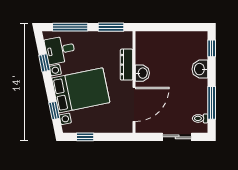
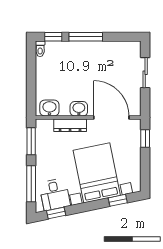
window: (44, 63) -> (56, 213), moved
washbasin: (200, 69) -> (49, 108), moved, turned 180
window: (212, 103) -> (86, 37), moved
toilet: (200, 118) -> (40, 49), moved
window: (85, 137) -> (145, 139), moved

